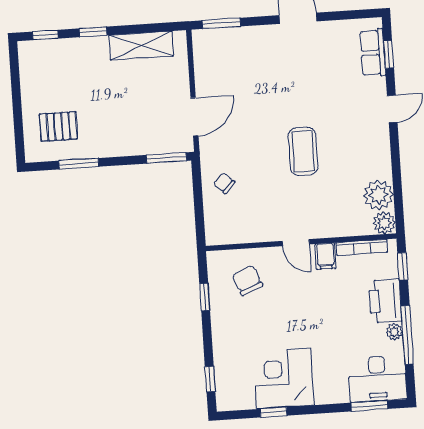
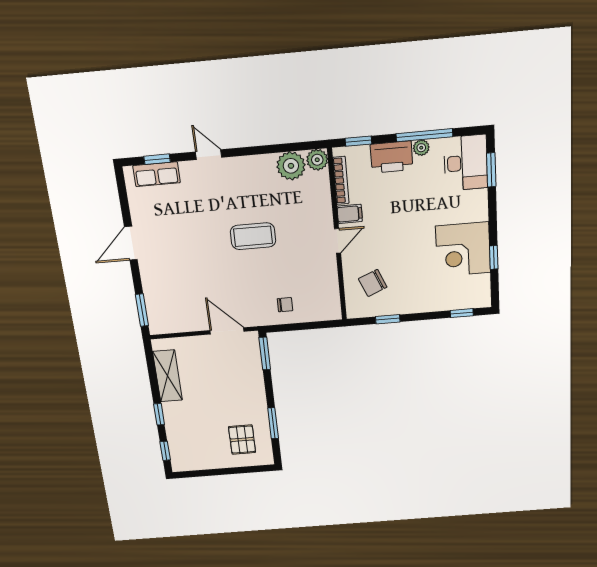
chair: (224, 183) -> (285, 305), turned -134

